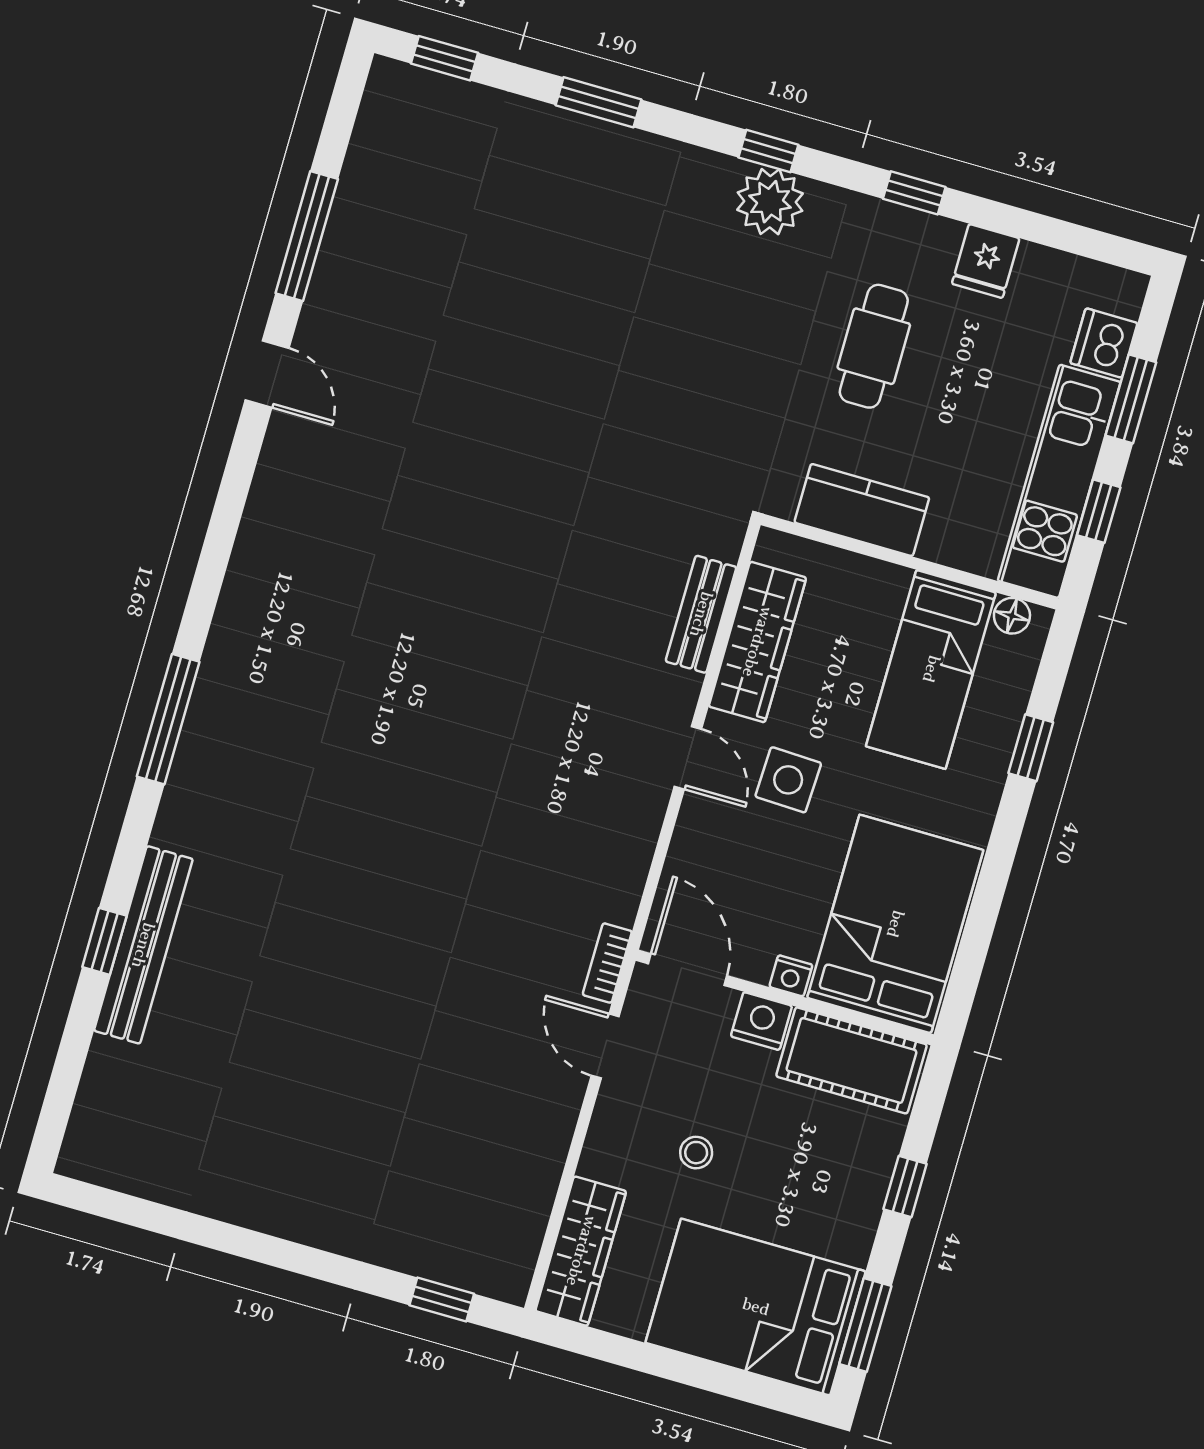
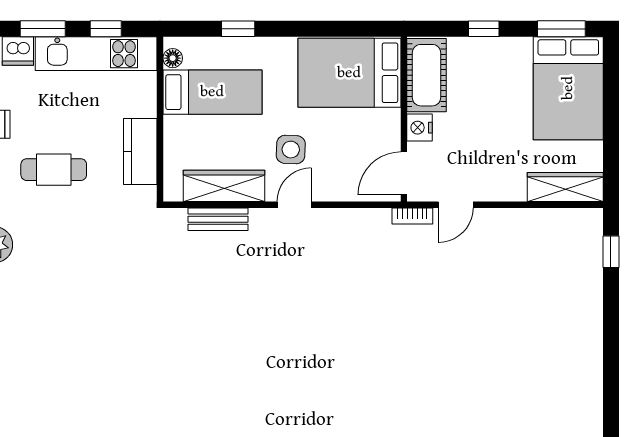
nightstand: (791, 976) -> (392, 119), removed
stool: (696, 1153) -> (497, 142), removed

